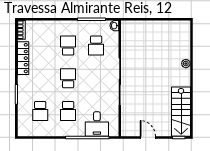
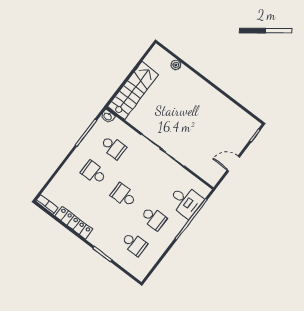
plant: (186, 64) -> (176, 65), moved
stairs: (181, 112) -> (133, 91), moved, turned -90

